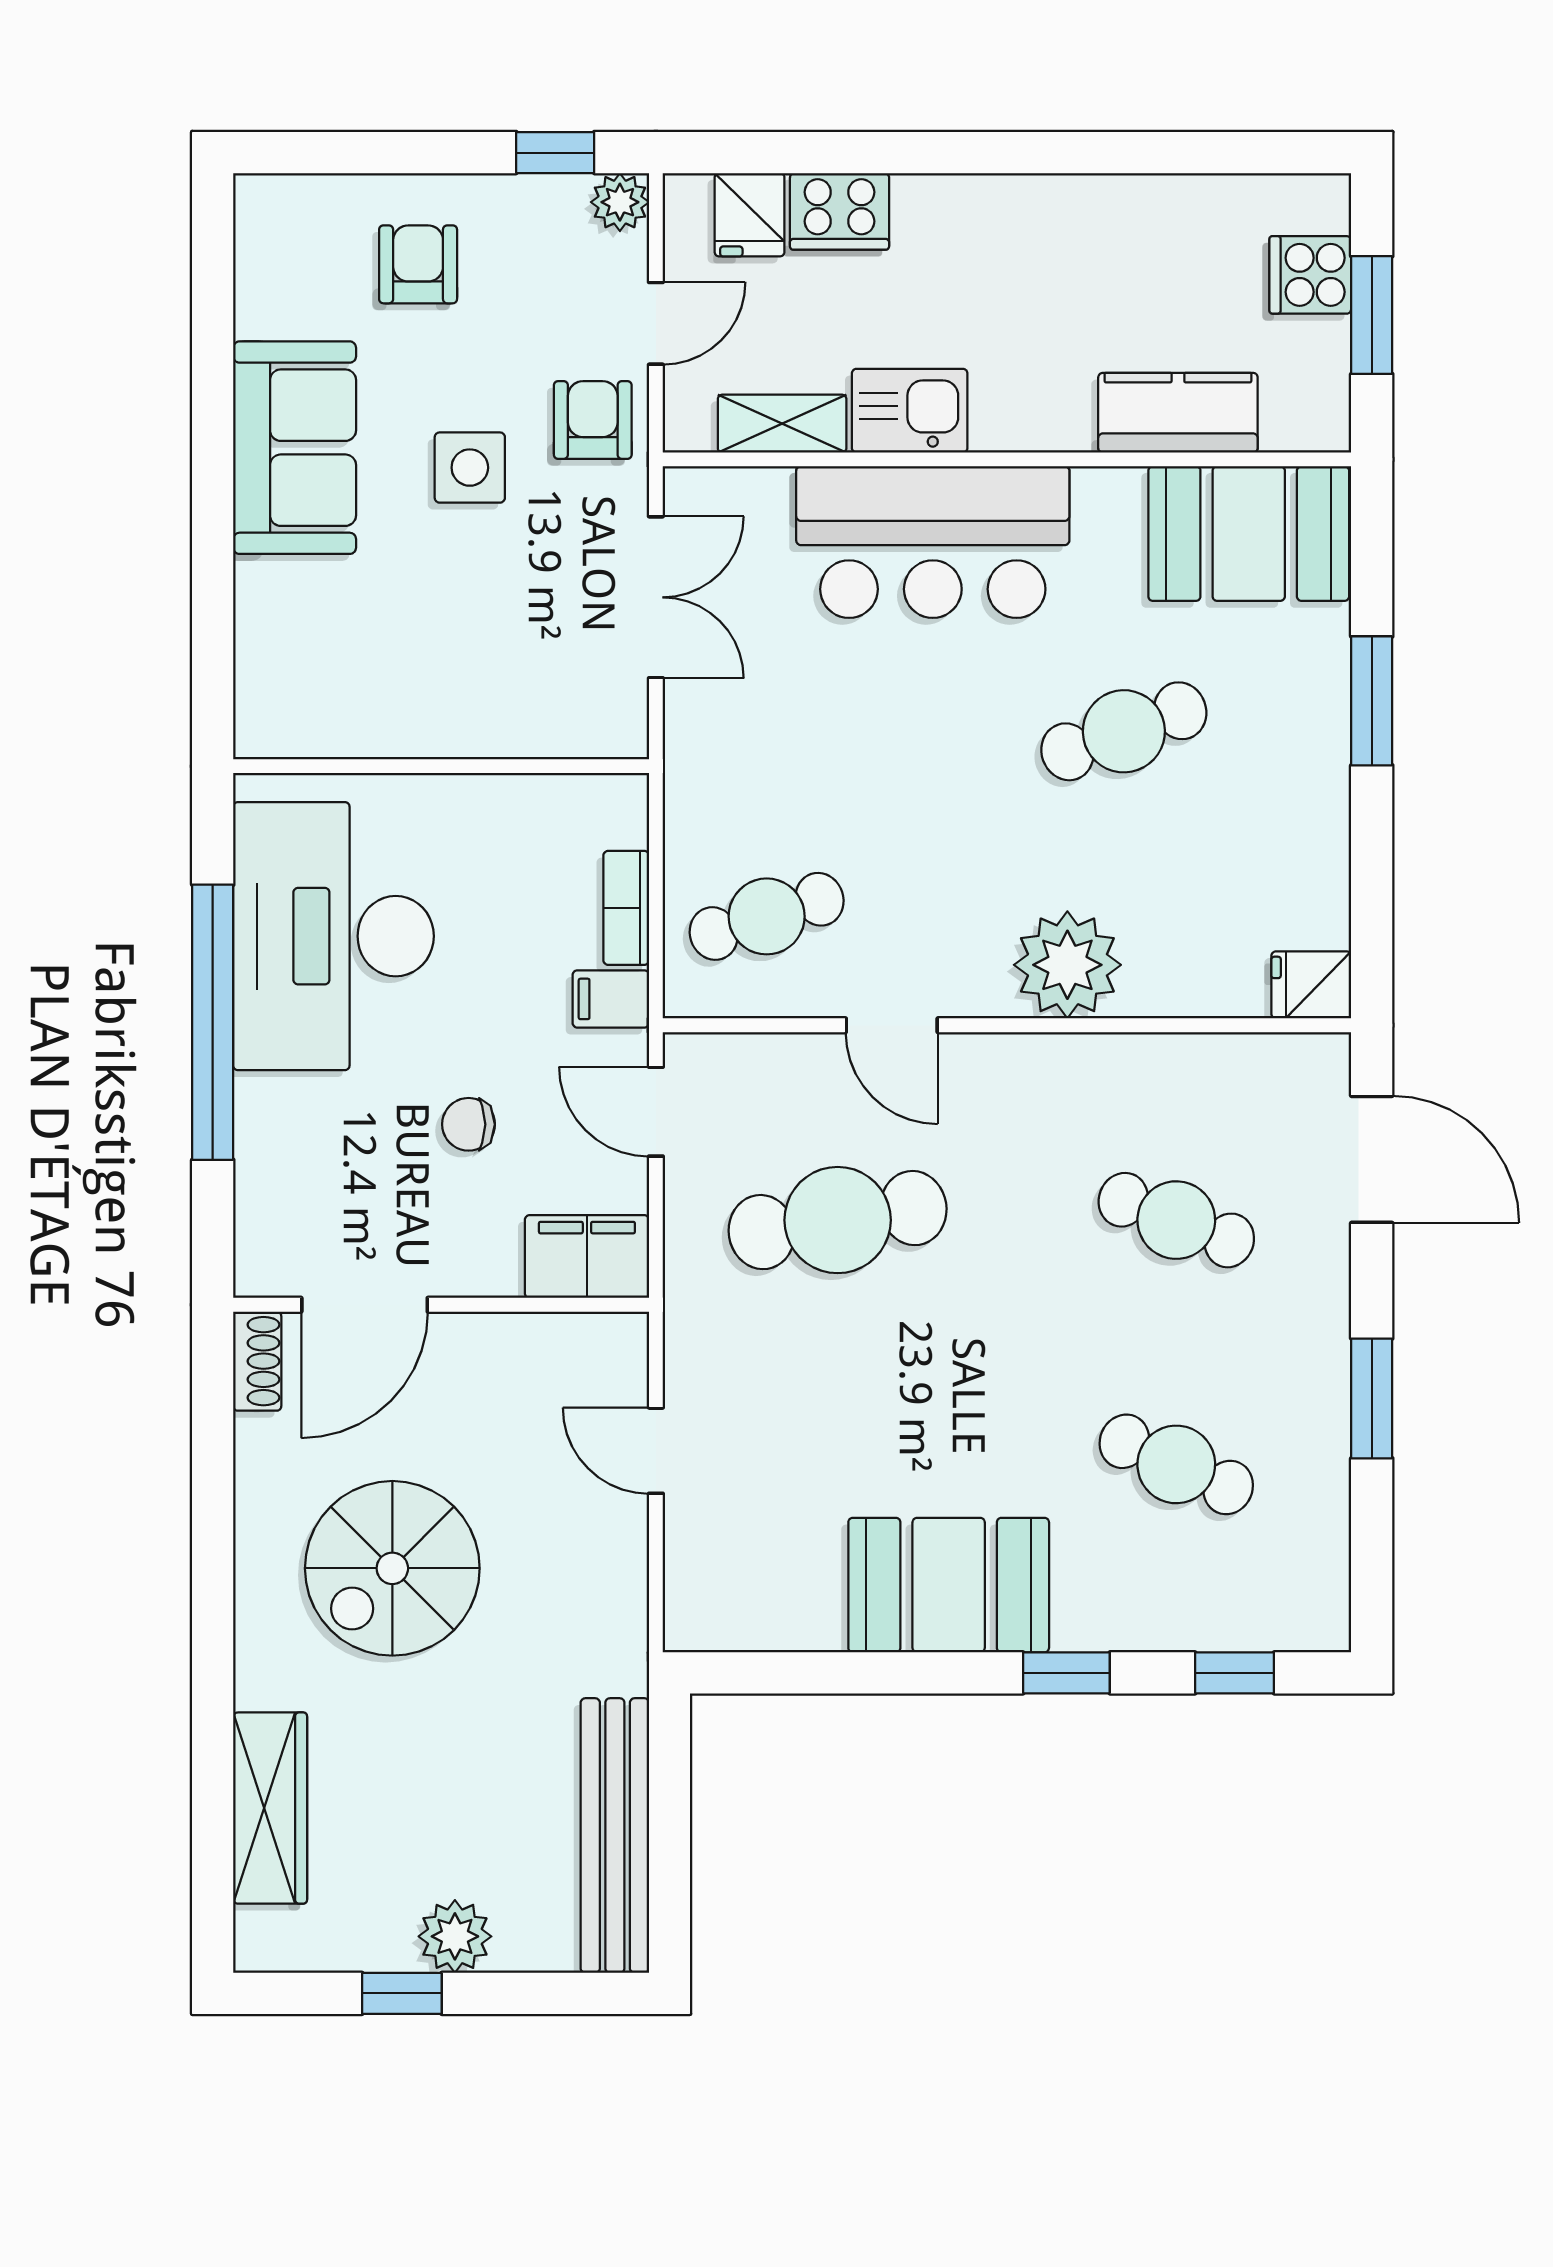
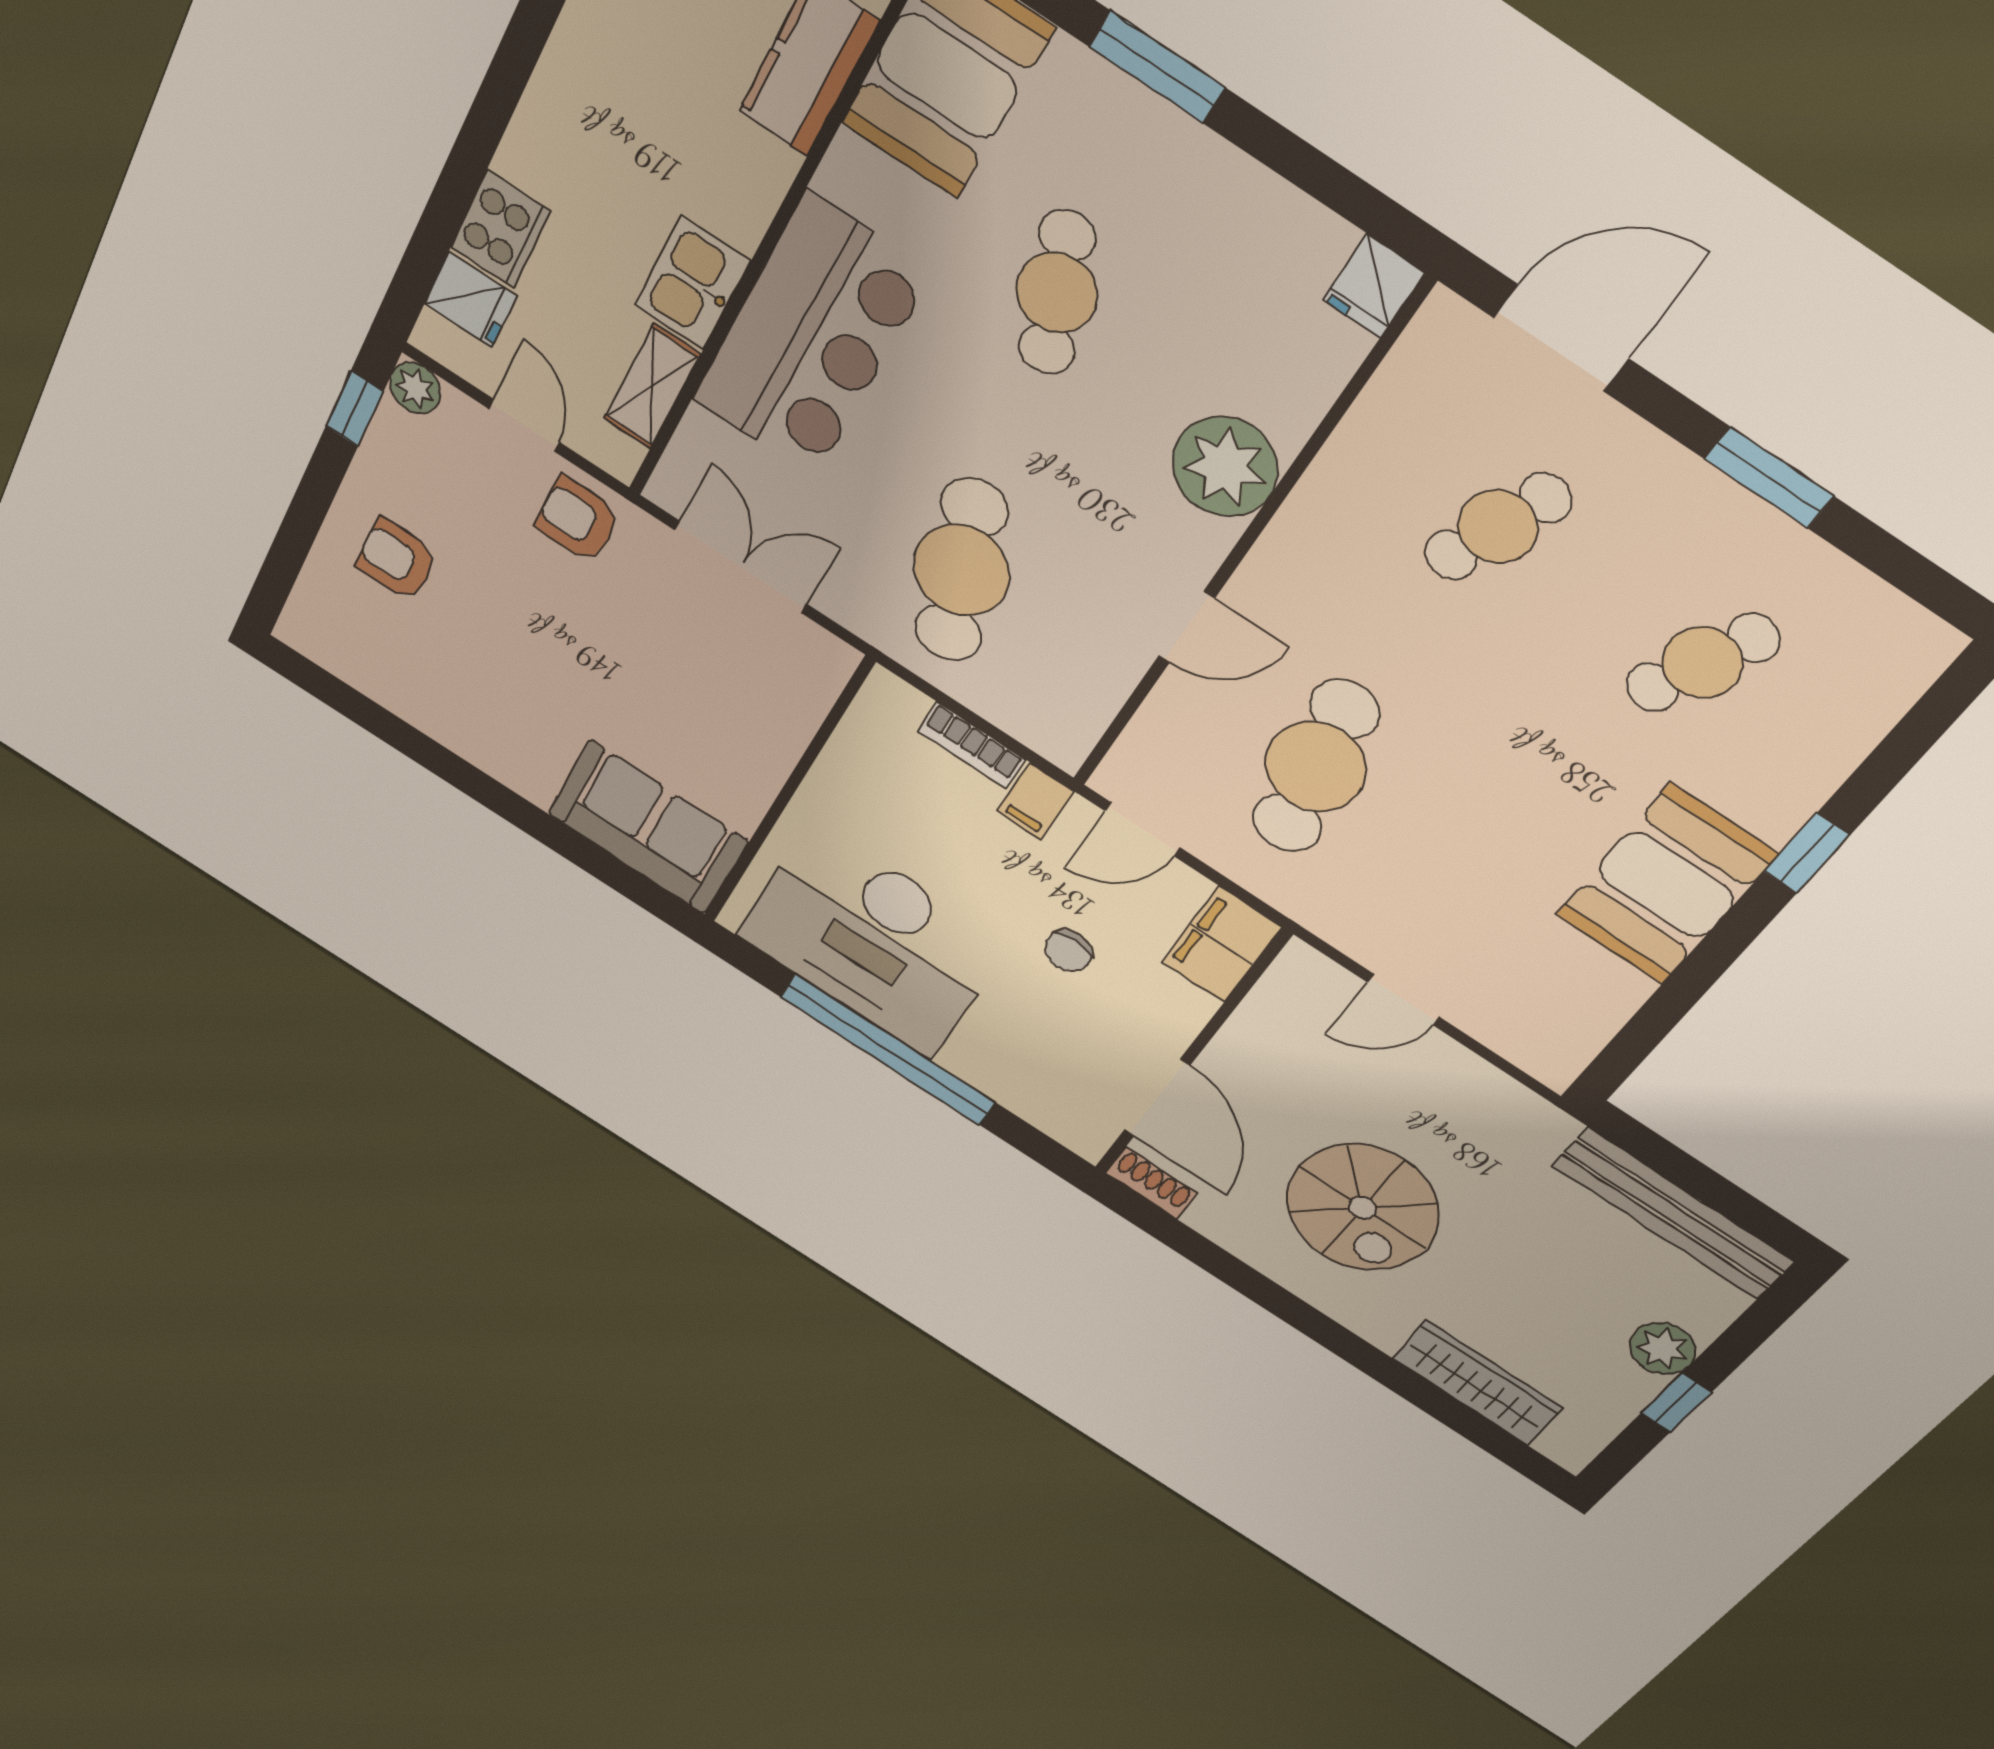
sofa: (295, 448) -> (648, 827), moved
side table: (470, 468) -> (570, 626), removed
cafe table: (767, 916) -> (961, 570), moved, width x1.37, depth x1.35
window: (1235, 1673) -> (1913, 737), removed

